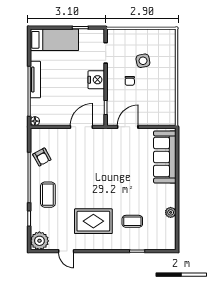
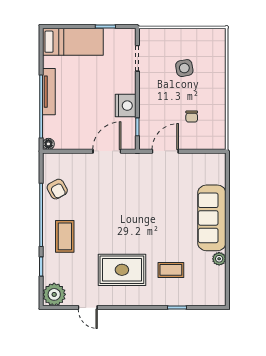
nightstand: (96, 80) -> (126, 106), moved
chair: (130, 81) -> (192, 117), moved
sofa: (165, 157) -> (212, 218), moved

